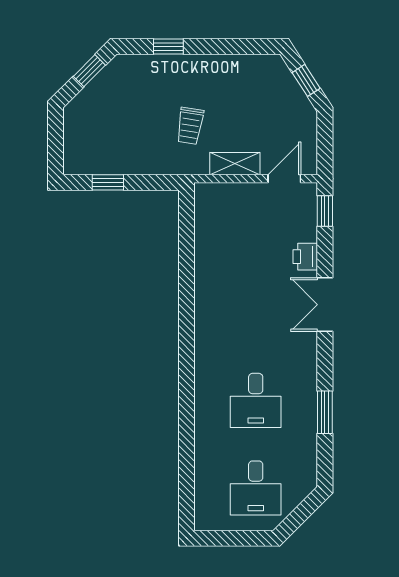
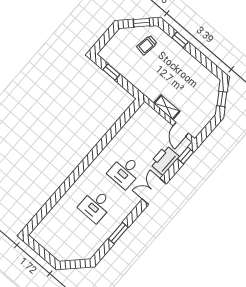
trolley: (190, 126) -> (147, 45), moved
door: (284, 179) -> (181, 129), swing flipped
printer: (305, 257) -> (164, 160), width x1.87, depth x1.48
desk: (256, 488) -> (125, 172), moved

